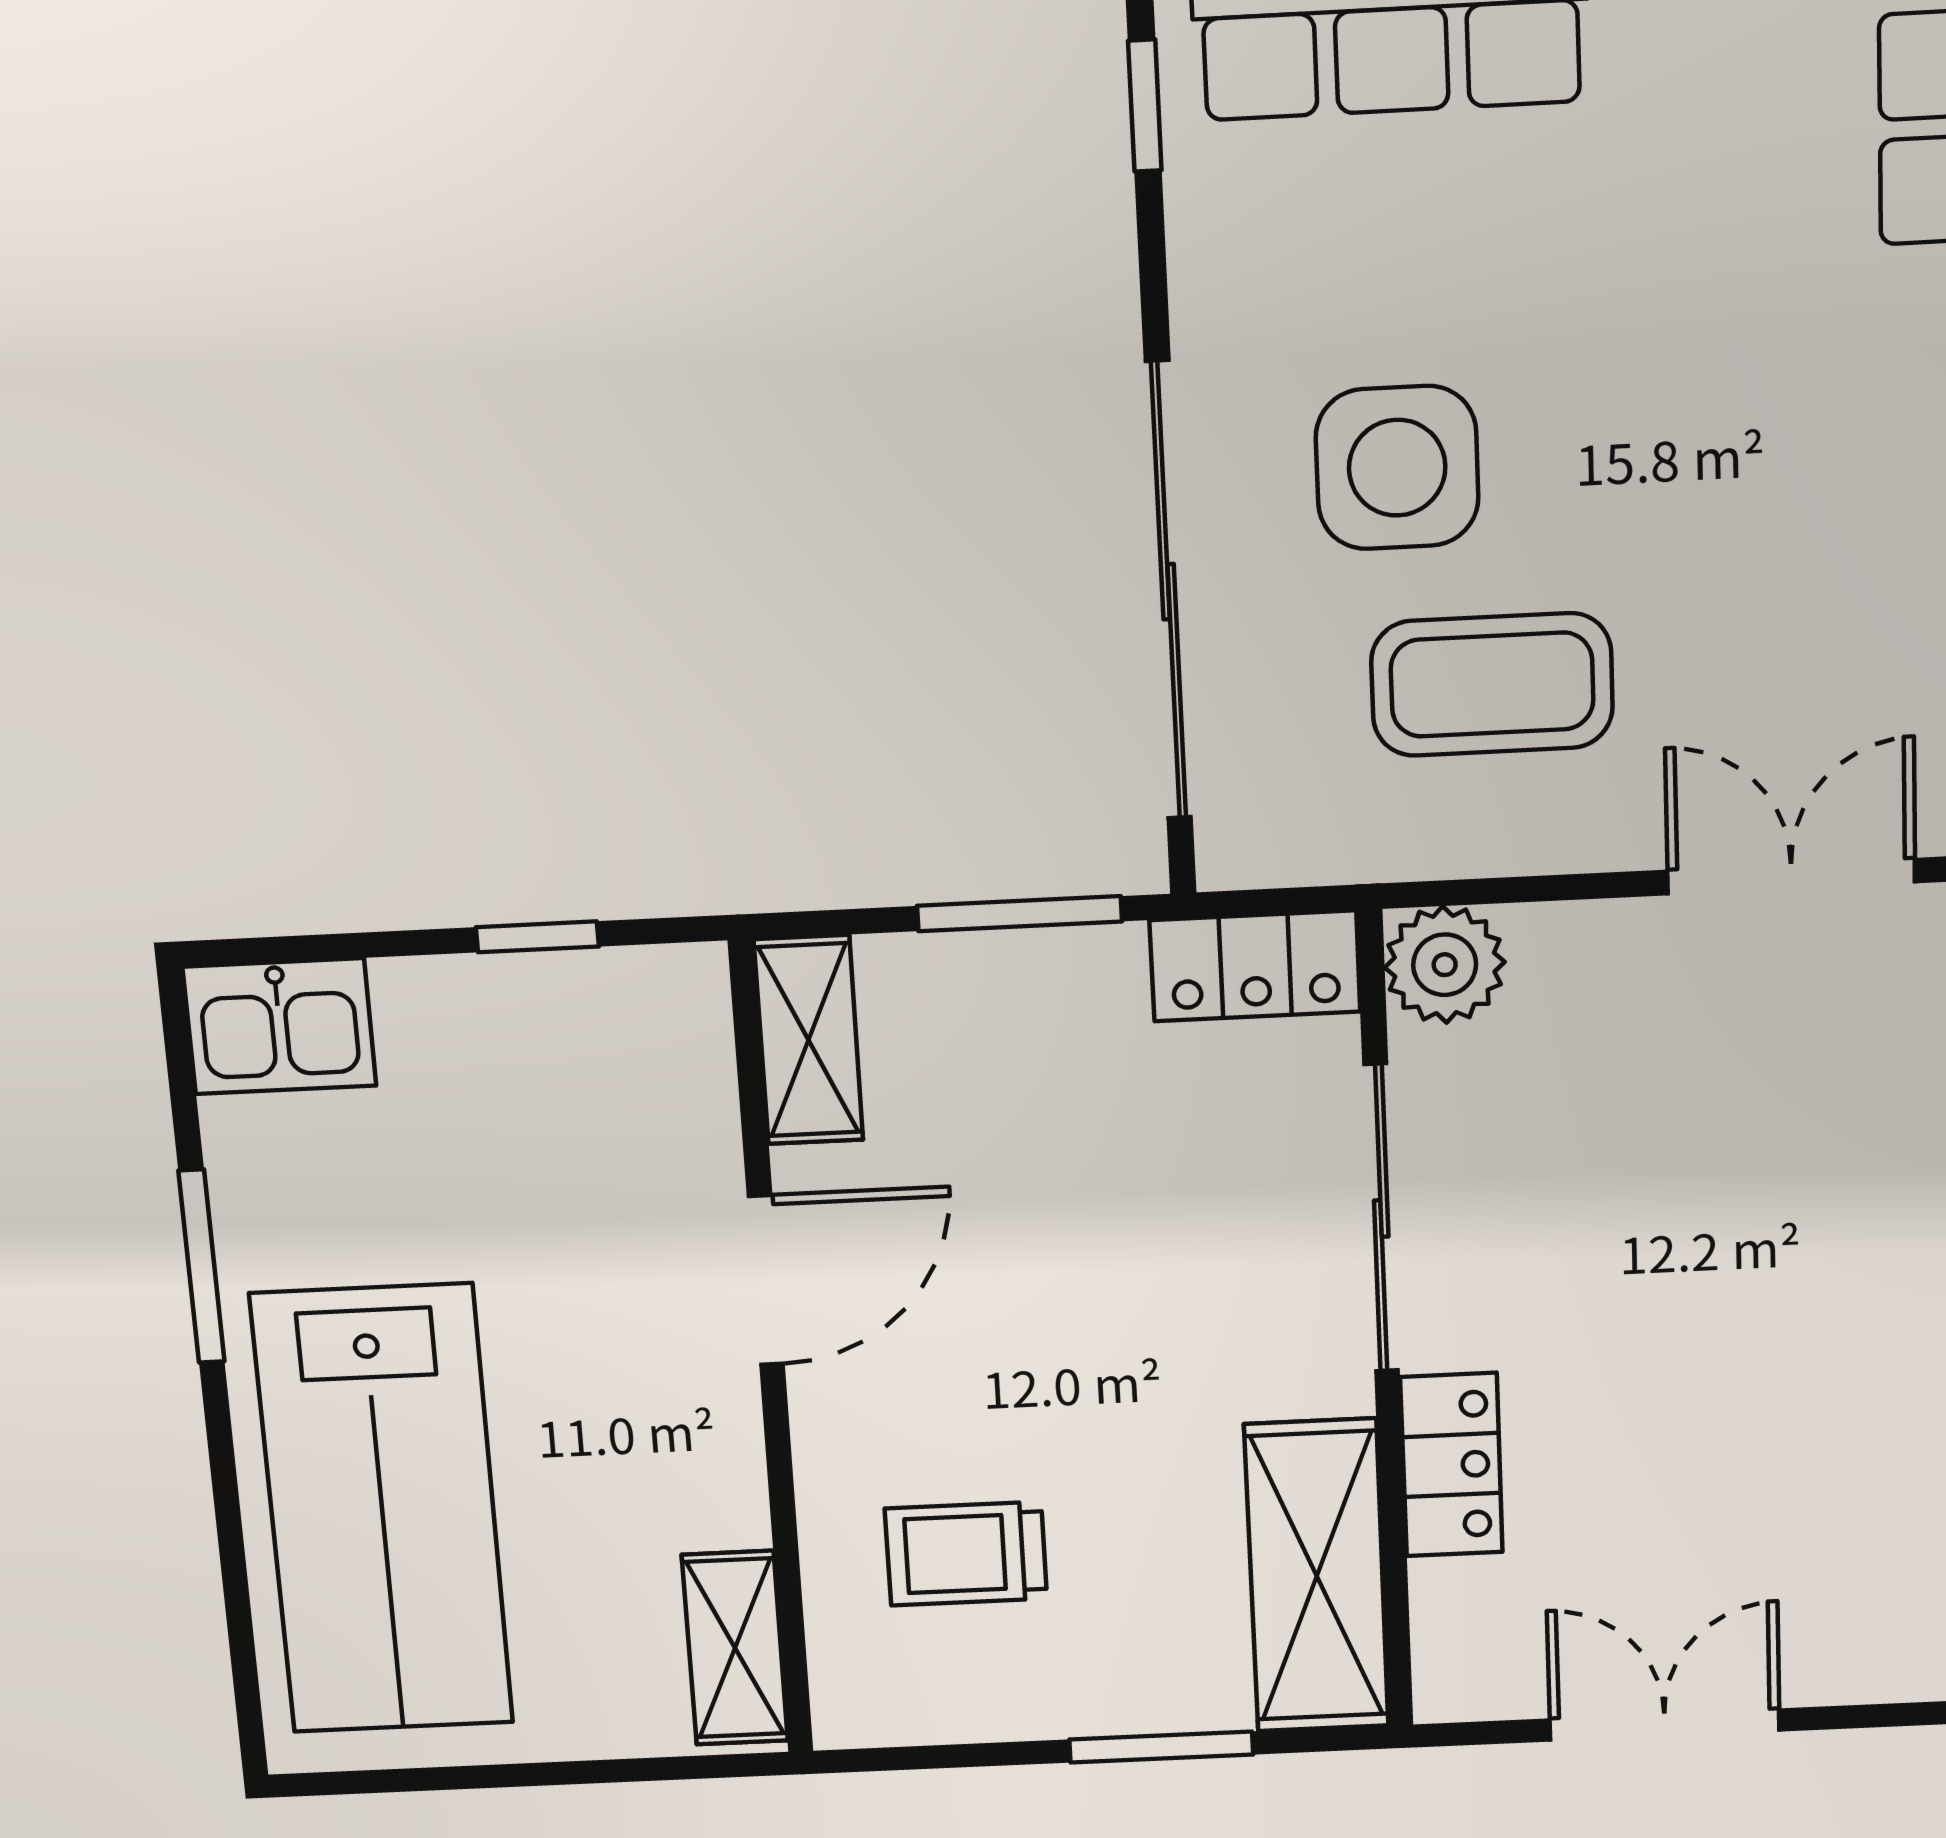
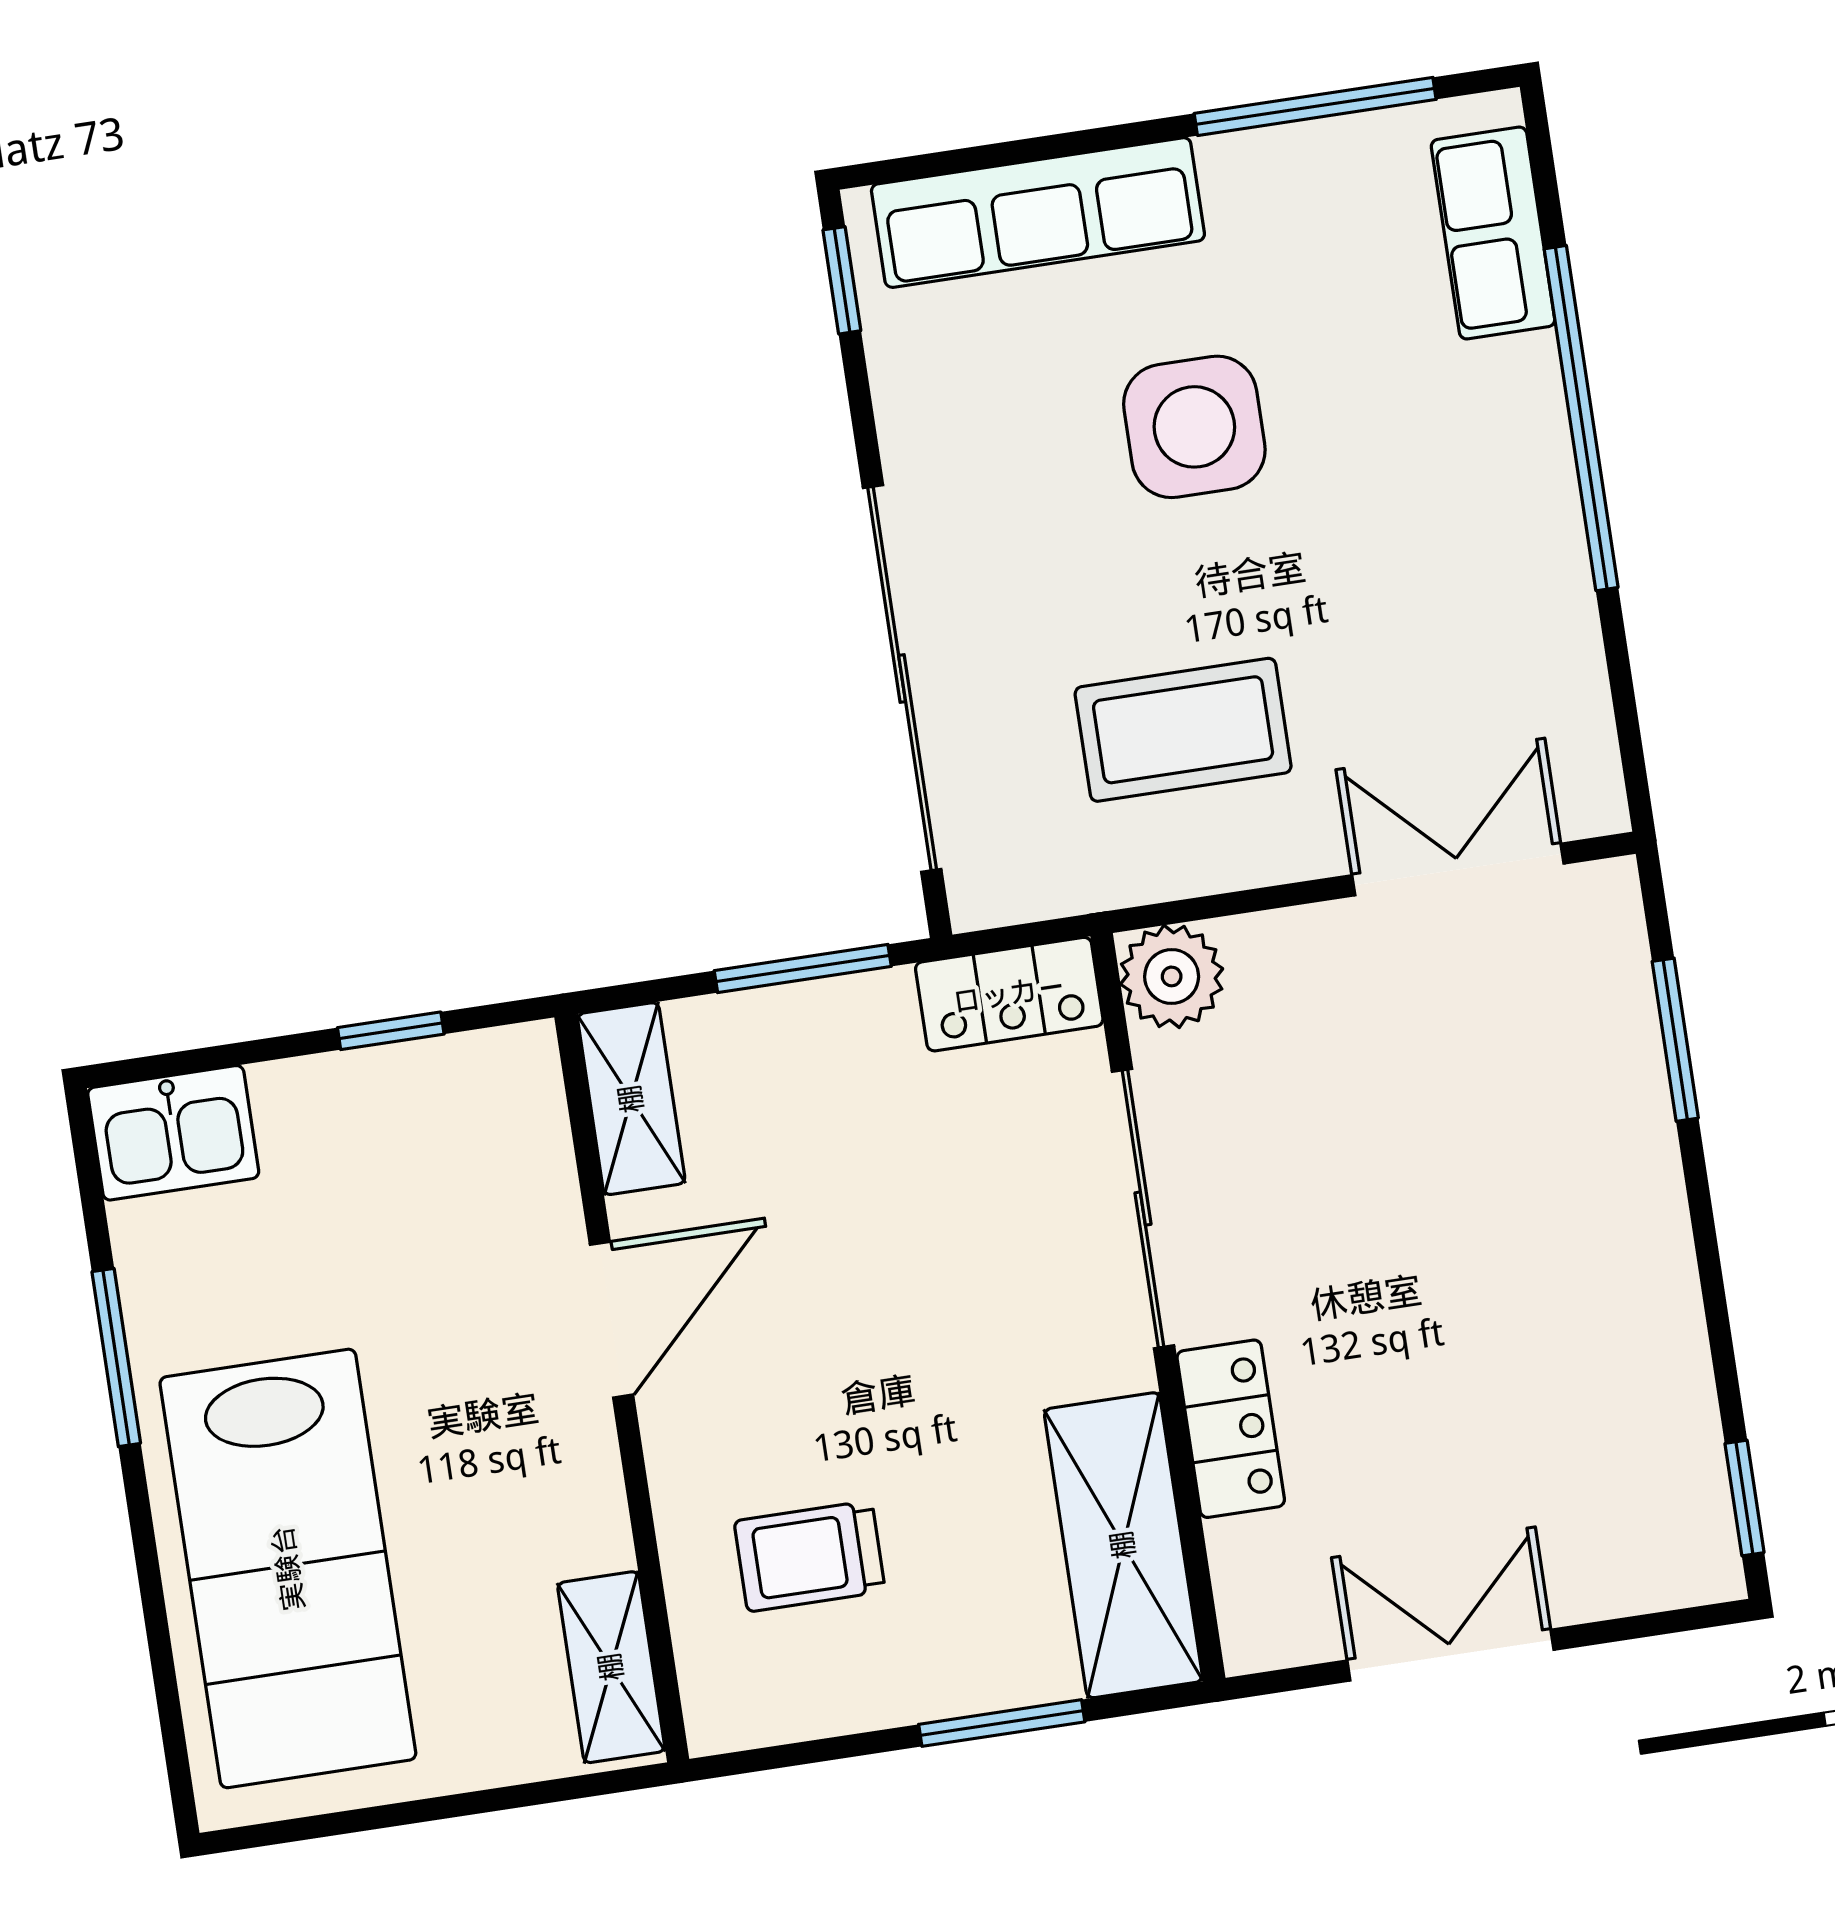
side table: (1397, 468) -> (1194, 427), moved

